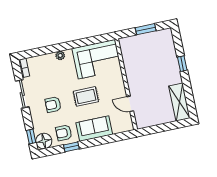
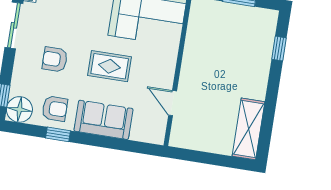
window: (182, 64) -> (279, 49), moved
armchair: (64, 133) -> (55, 109), turned 180

